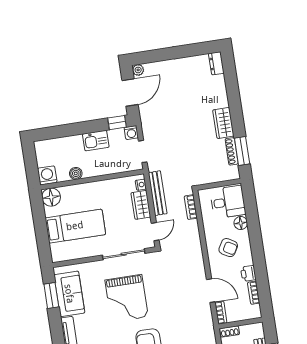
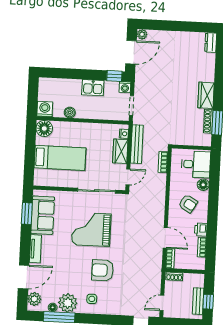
grand piano: (127, 298) -> (91, 229), turned 90

